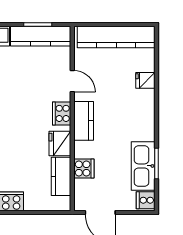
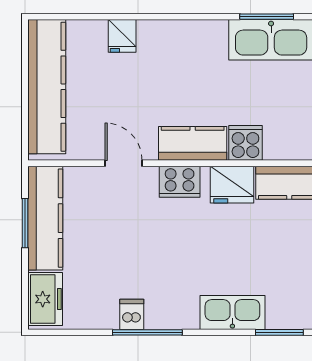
door: (72, 81) -> (123, 163), hinge flipped
cooker: (84, 168) -> (245, 143), moved

